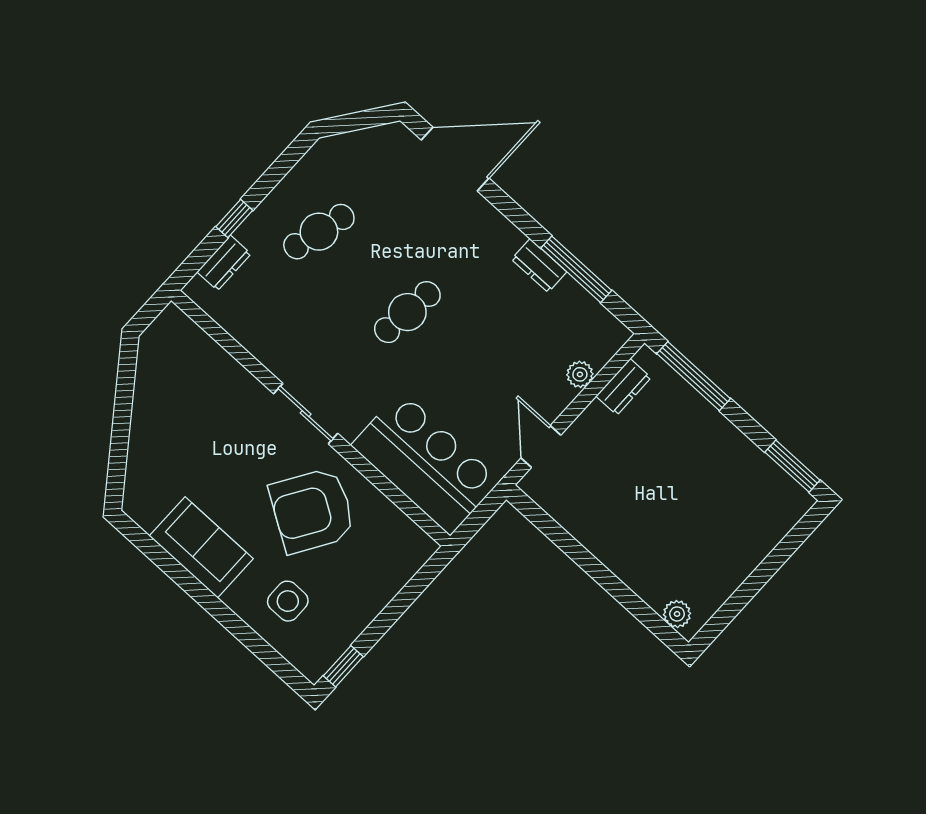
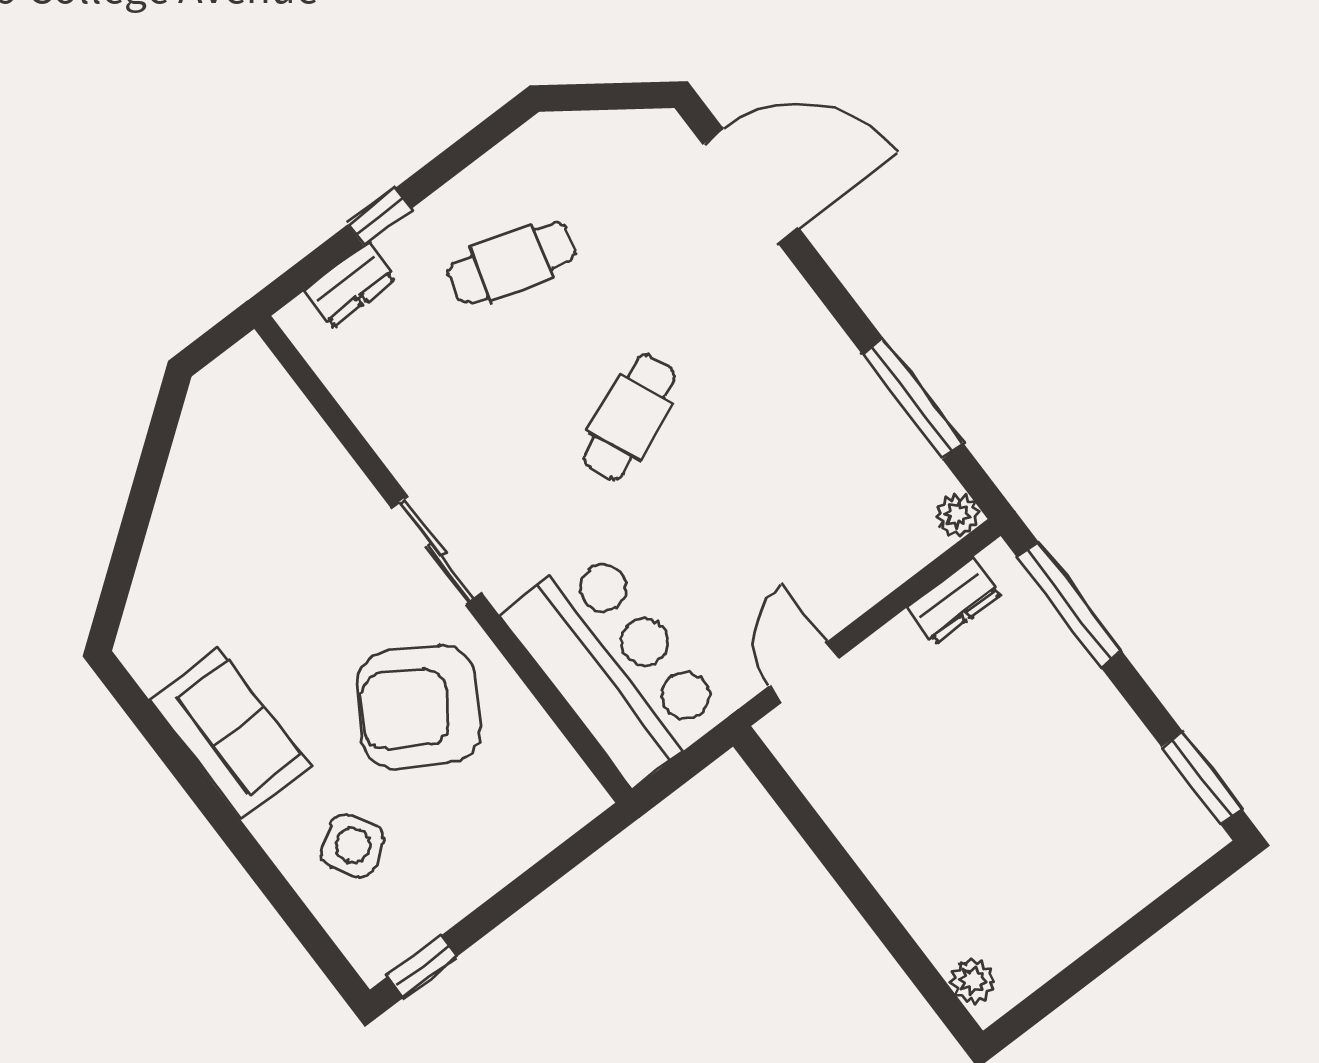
dresser: (539, 266) -> (854, 382), removed
cafe table: (407, 312) -> (629, 417), turned -30
plant: (580, 374) -> (958, 515), moved
side table: (288, 601) -> (353, 846), turned -32

